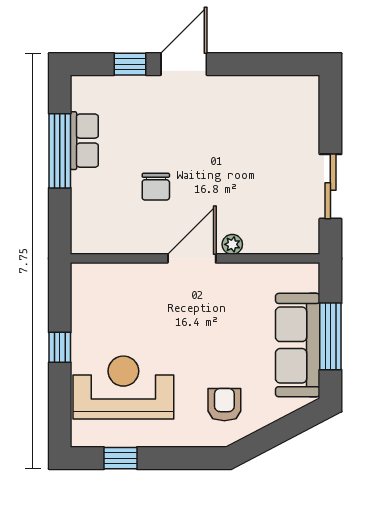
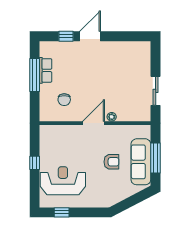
chair: (156, 187) -> (64, 100), moved
armchair: (224, 405) -> (111, 162), moved, turned 90

